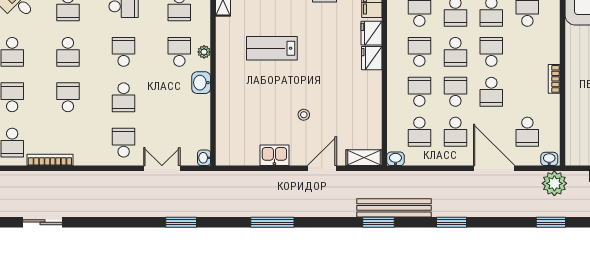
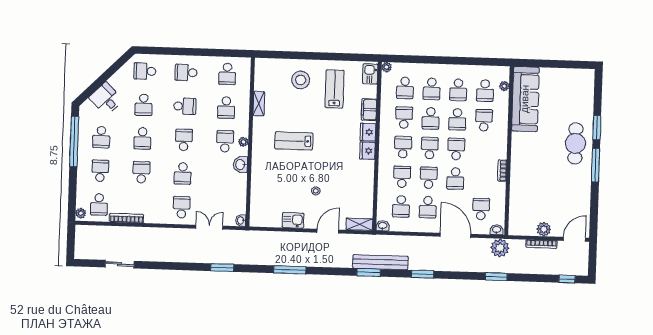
school desk: (455, 52) -> (430, 148), turned 180
school desk: (527, 132) -> (481, 209), turned 180

